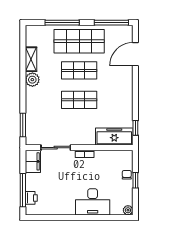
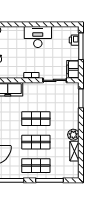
shop shelf: (79, 41) -> (36, 166), width x0.70, depth x0.74
desk: (93, 202) -> (38, 37), moved

